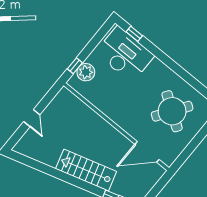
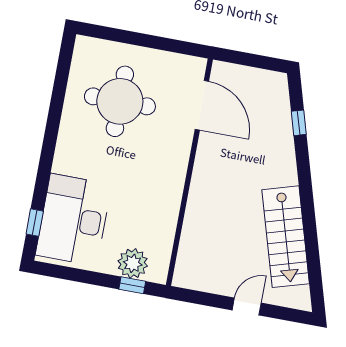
round table: (172, 111) -> (120, 101), turned -34
stairs: (86, 170) -> (286, 237), moved

